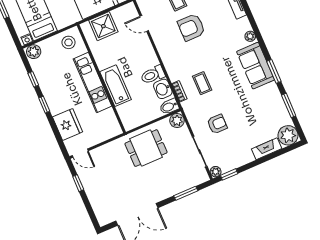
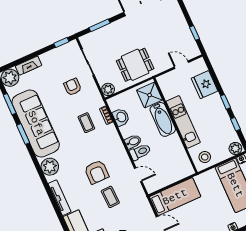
shower: (103, 26) -> (150, 95), moved
armchair: (191, 27) -> (97, 172), turned 90
plant: (250, 36) -> (50, 167), width x1.87, depth x1.87
sofa: (256, 66) -> (36, 123), width x1.85, depth x1.27
toilet: (153, 75) -> (140, 152), moved
bidet: (169, 107) -> (133, 142), moved
armchair: (217, 124) -> (73, 87), turned 90
door: (80, 153) -> (181, 65), moved
plant: (216, 172) -> (73, 45), removed

